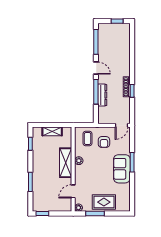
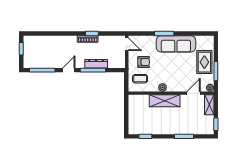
shelving: (52, 131) -> (209, 105), moved
sofa: (122, 169) -> (176, 44), width x1.36
door: (73, 191) -> (194, 93), swing flipped

